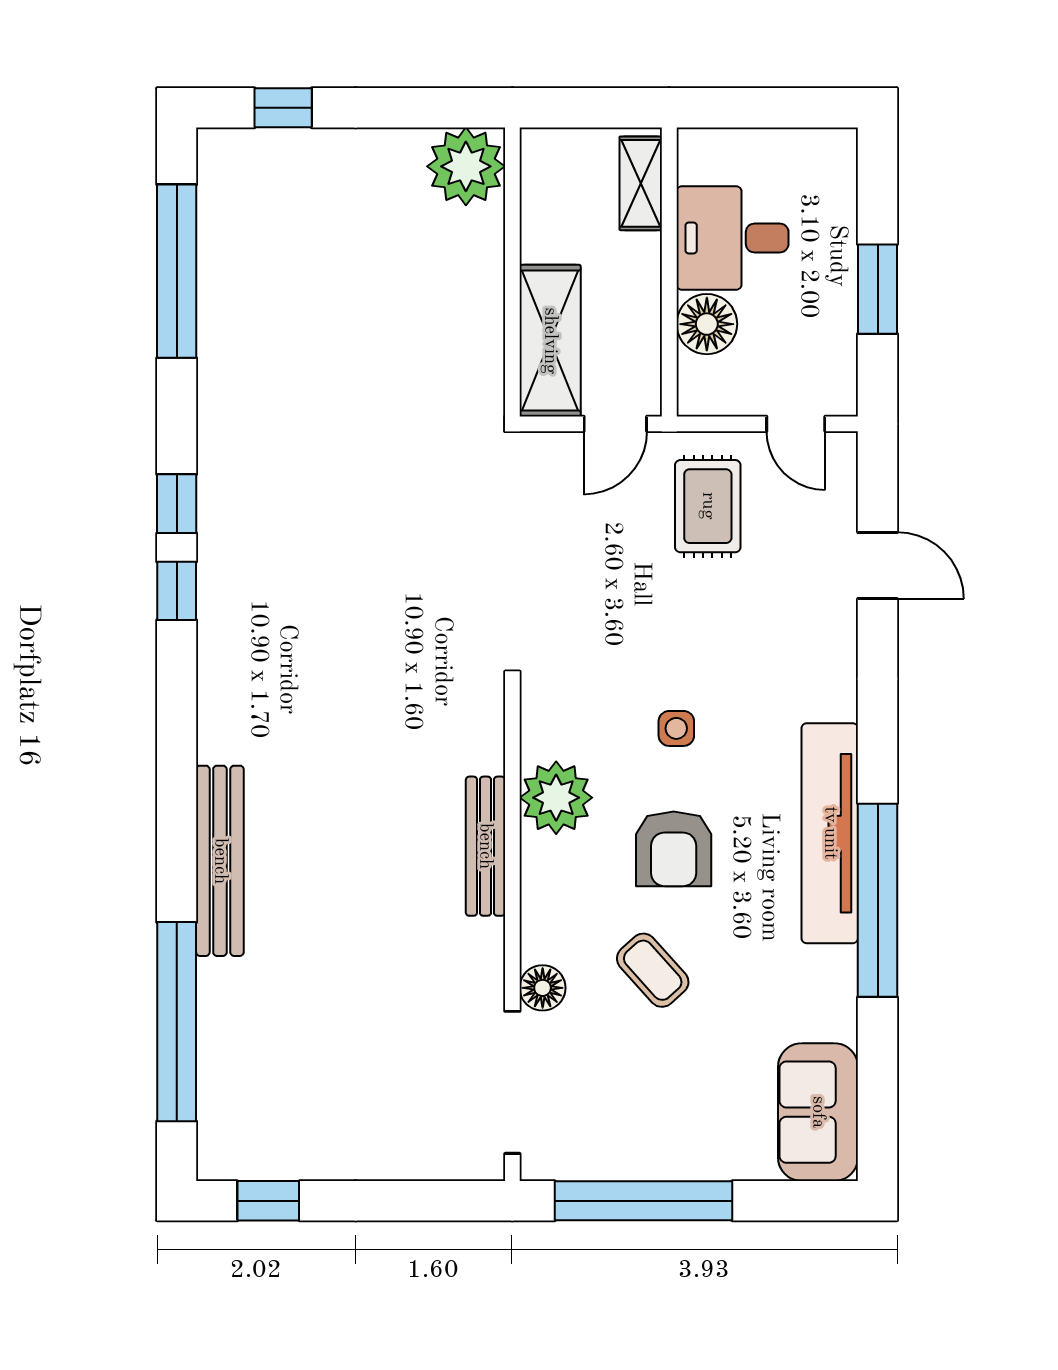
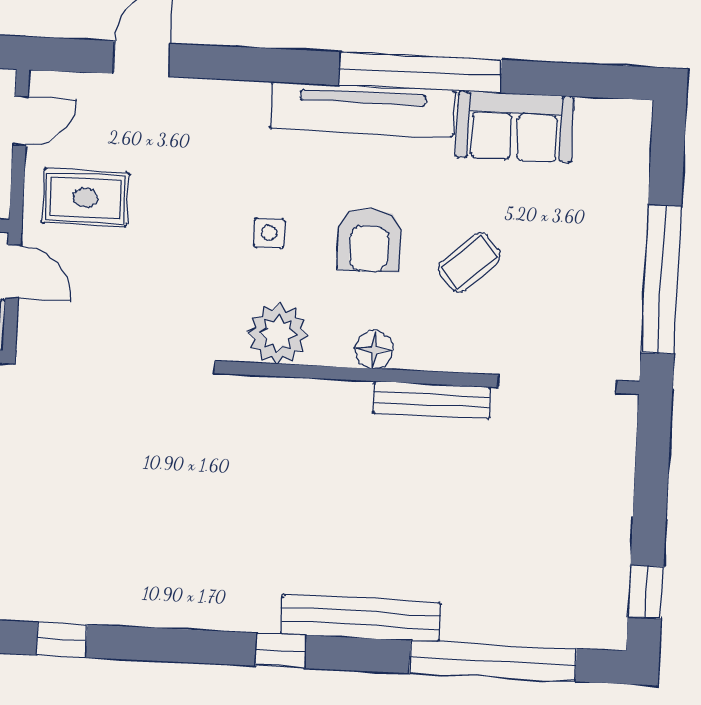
window: (177, 591) -> (280, 651), moved
plant: (556, 798) -> (278, 334), moved
bench: (485, 846) -> (432, 400), moved
armchair: (674, 849) -> (369, 240), turned 90
floor lamp: (543, 988) -> (374, 350), moved
sofa: (818, 1112) -> (515, 127), moved

